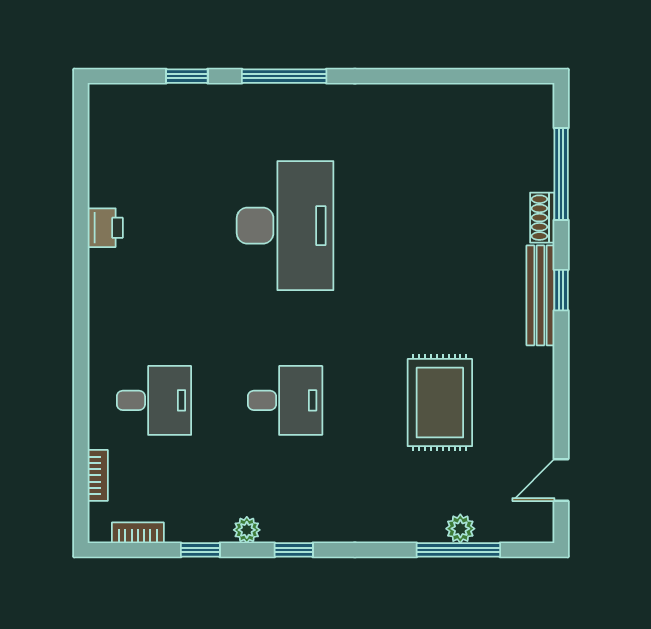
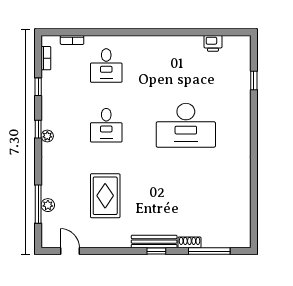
window: (284, 76) -> (254, 125), removed
printer: (105, 228) -> (213, 43), moved
rug: (440, 403) -> (105, 196), turned 90
plant: (247, 530) -> (47, 136), moved

